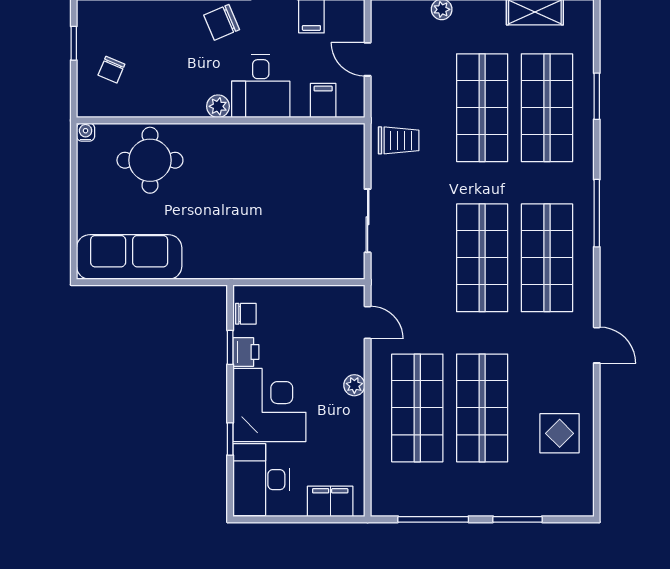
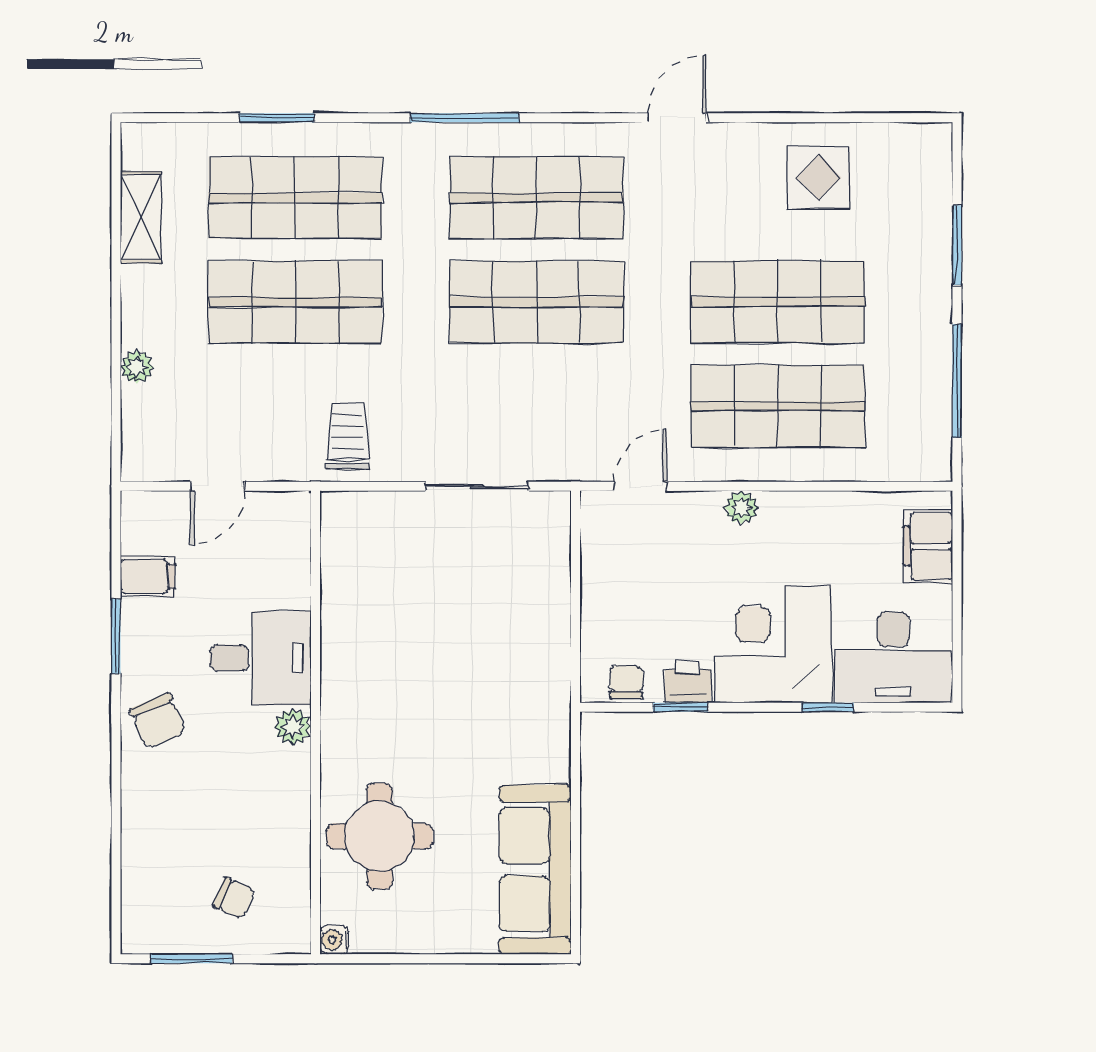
window: (74, 43) -> (191, 959), width x1.50
filing cabinet: (323, 101) -> (284, 558), removed

